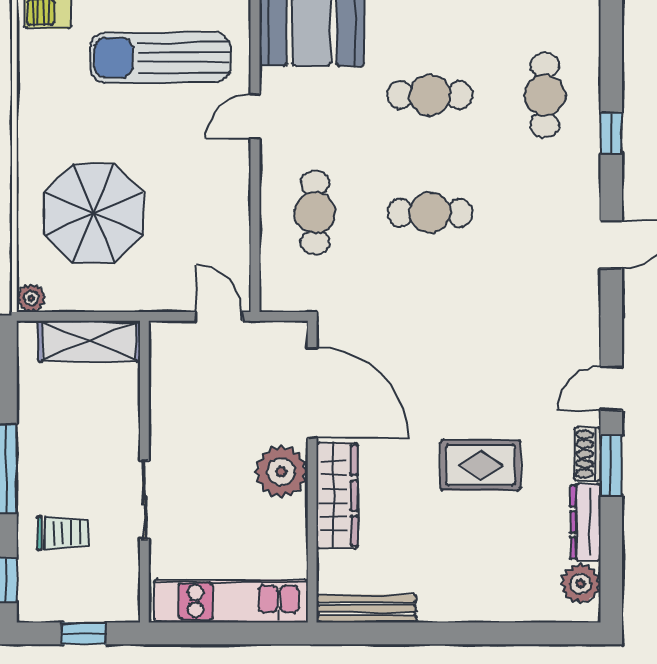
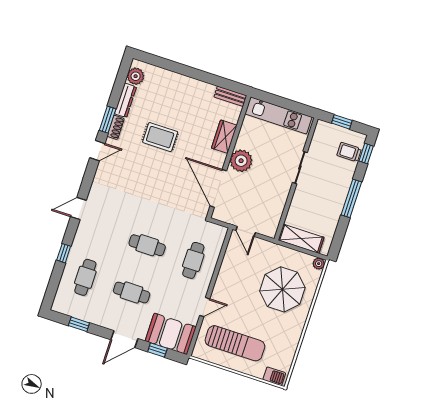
wardrobe: (337, 496) -> (224, 137), width x0.67
trolley: (63, 533) -> (349, 152), moved
bench: (366, 609) -> (230, 96), width x0.73

